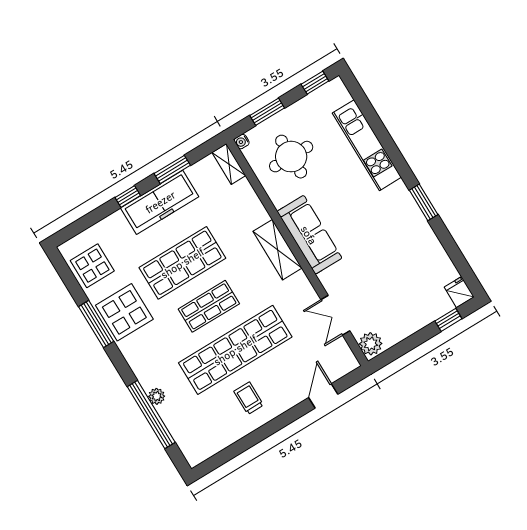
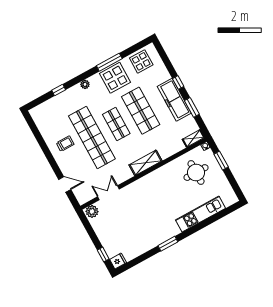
window: (315, 83) -> (236, 187), removed
sofa: (309, 235) -> (153, 181), removed
plant: (157, 396) -> (85, 84), moved
window: (151, 415) -> (59, 90), width x0.32

